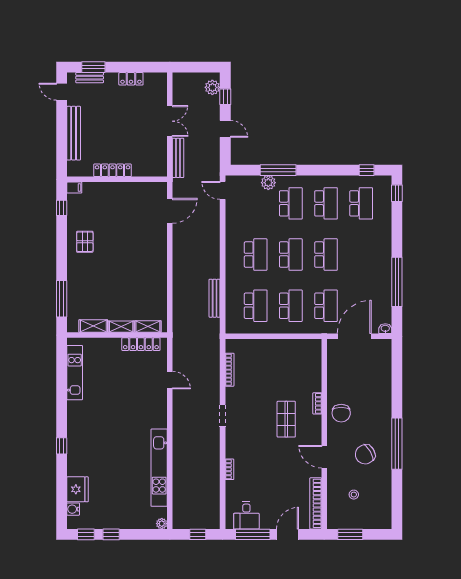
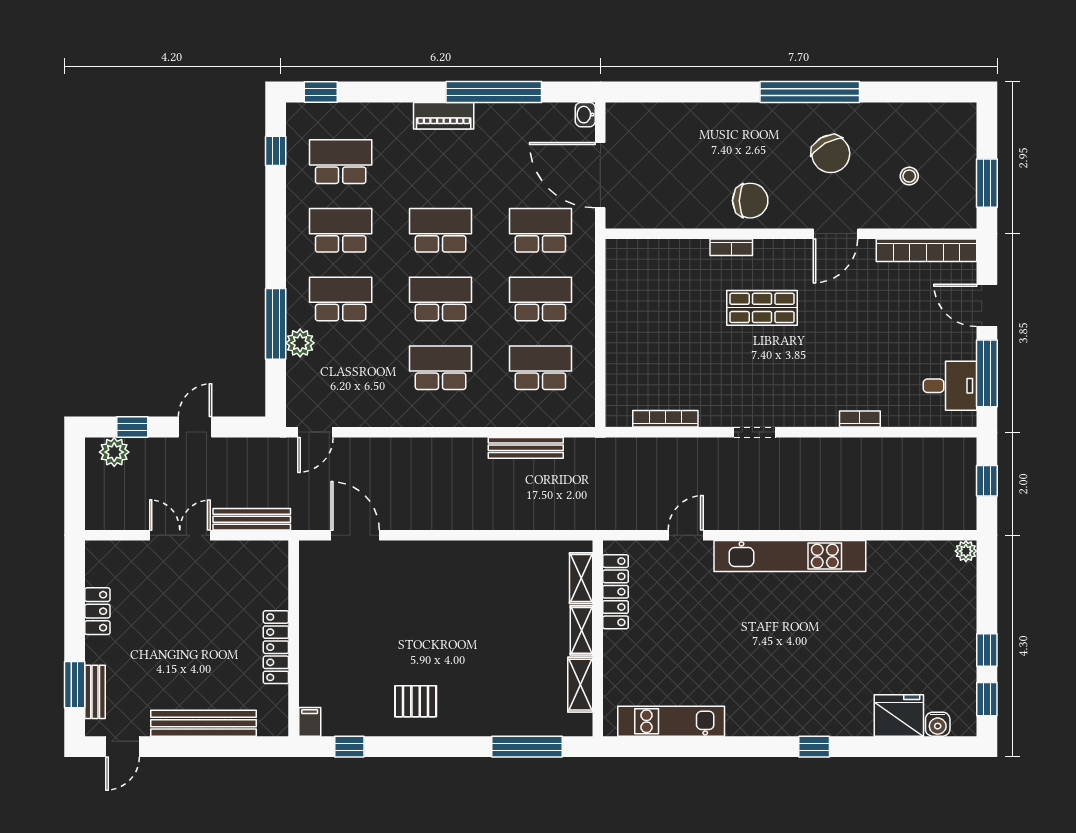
piano: (385, 256) -> (444, 116), added
kitchen unit: (159, 468) -> (790, 556), moved

